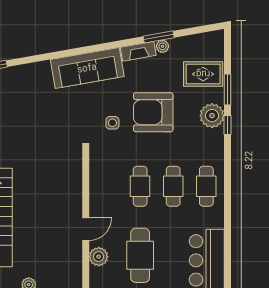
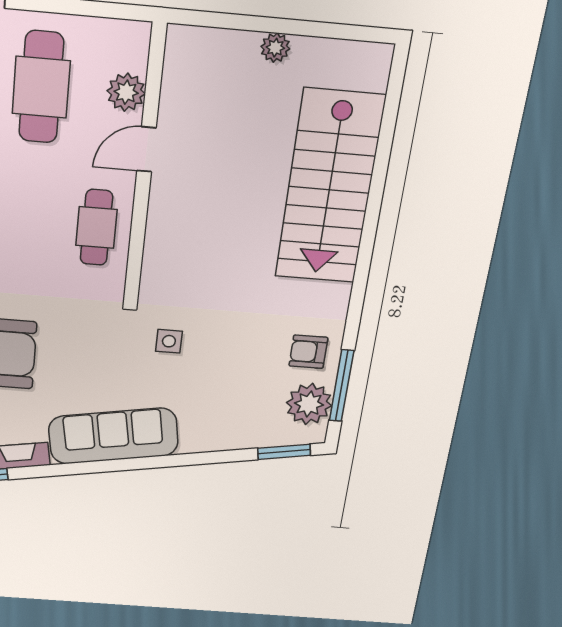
side table: (112, 123) -> (169, 341), moved
cafe table: (140, 186) -> (96, 227), moved

